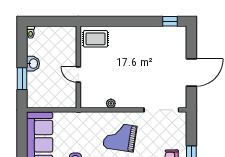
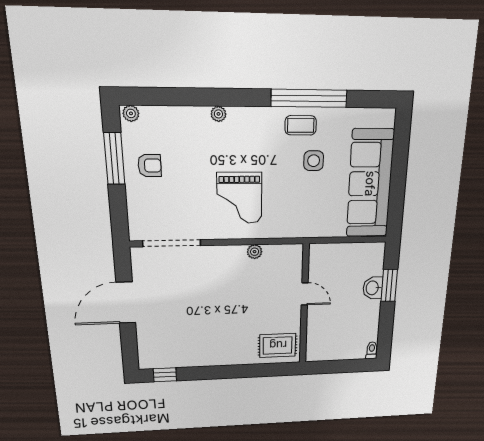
washbasin: (33, 64) -> (373, 288), moved
grand piano: (120, 137) -> (239, 198), turned 81

